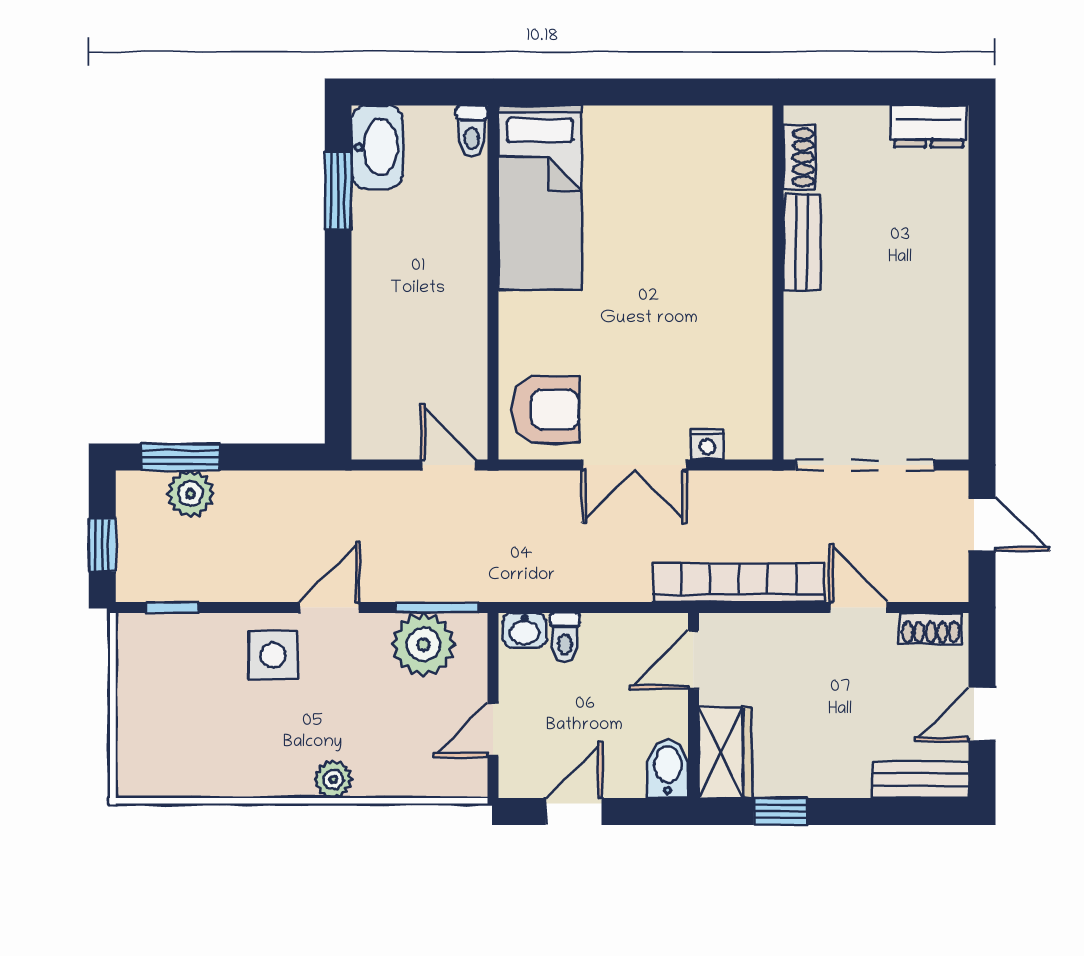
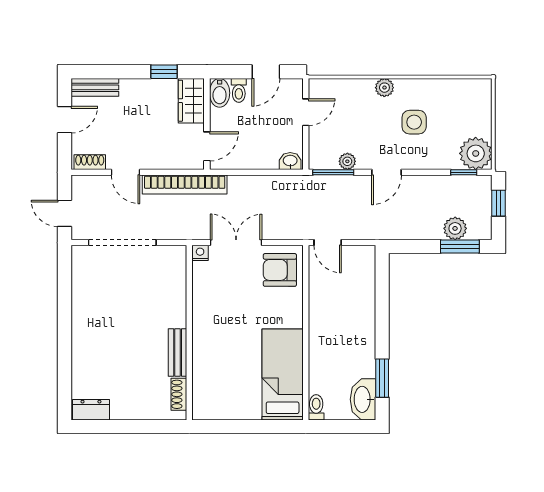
shoe rack: (799, 157) -> (179, 394), moved
bench: (802, 242) -> (178, 353), moved
wall: (778, 282) -> (189, 333), moved
toilet: (565, 637) -> (239, 90), moved, turned 180
plant: (424, 645) -> (347, 161), width x0.53, depth x0.53
plant: (148, 646) -> (476, 153), added
side table: (273, 655) -> (414, 122), moved

